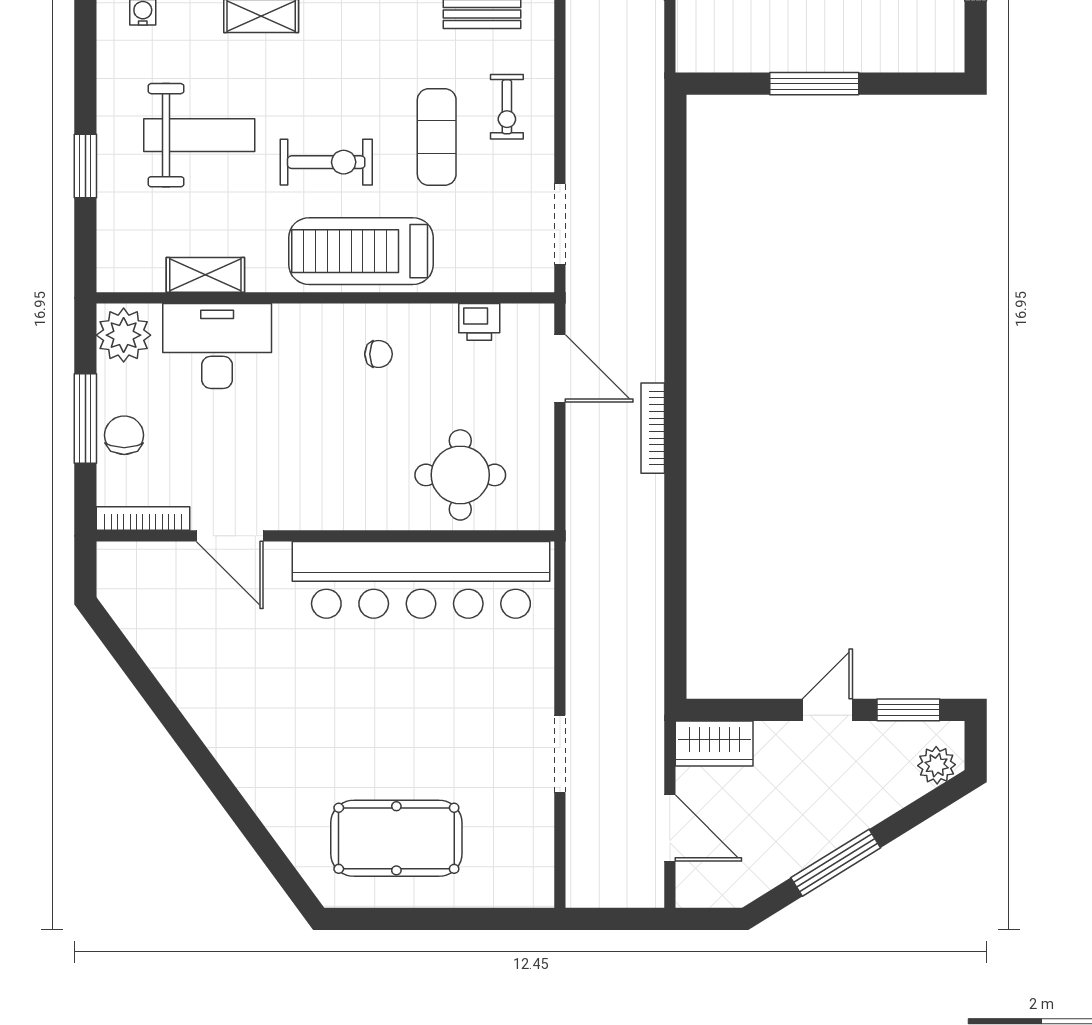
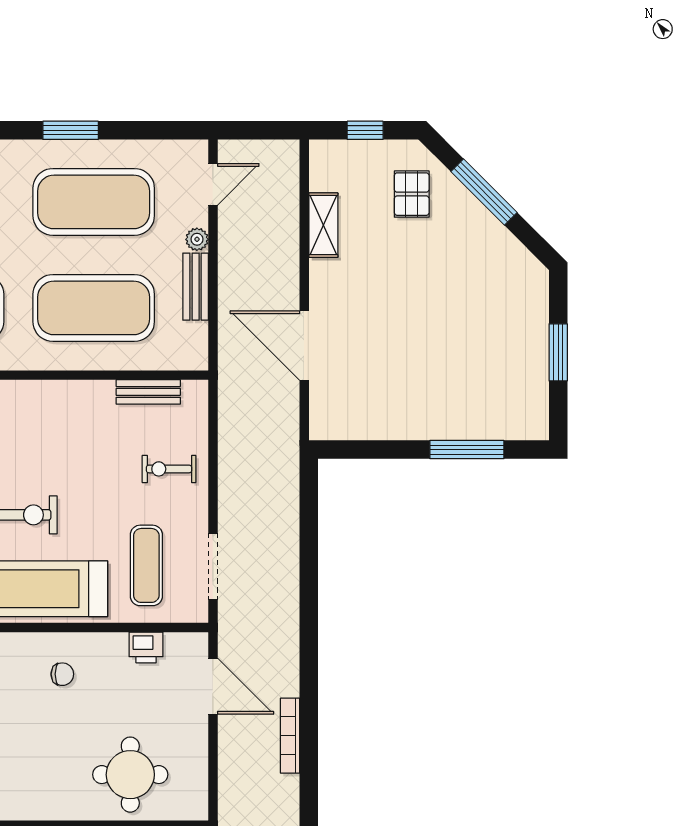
window: (814, 84) -> (467, 450), moved
exercise bike: (507, 107) -> (169, 469), turned 90
exercise mat: (437, 137) -> (146, 565), moved

